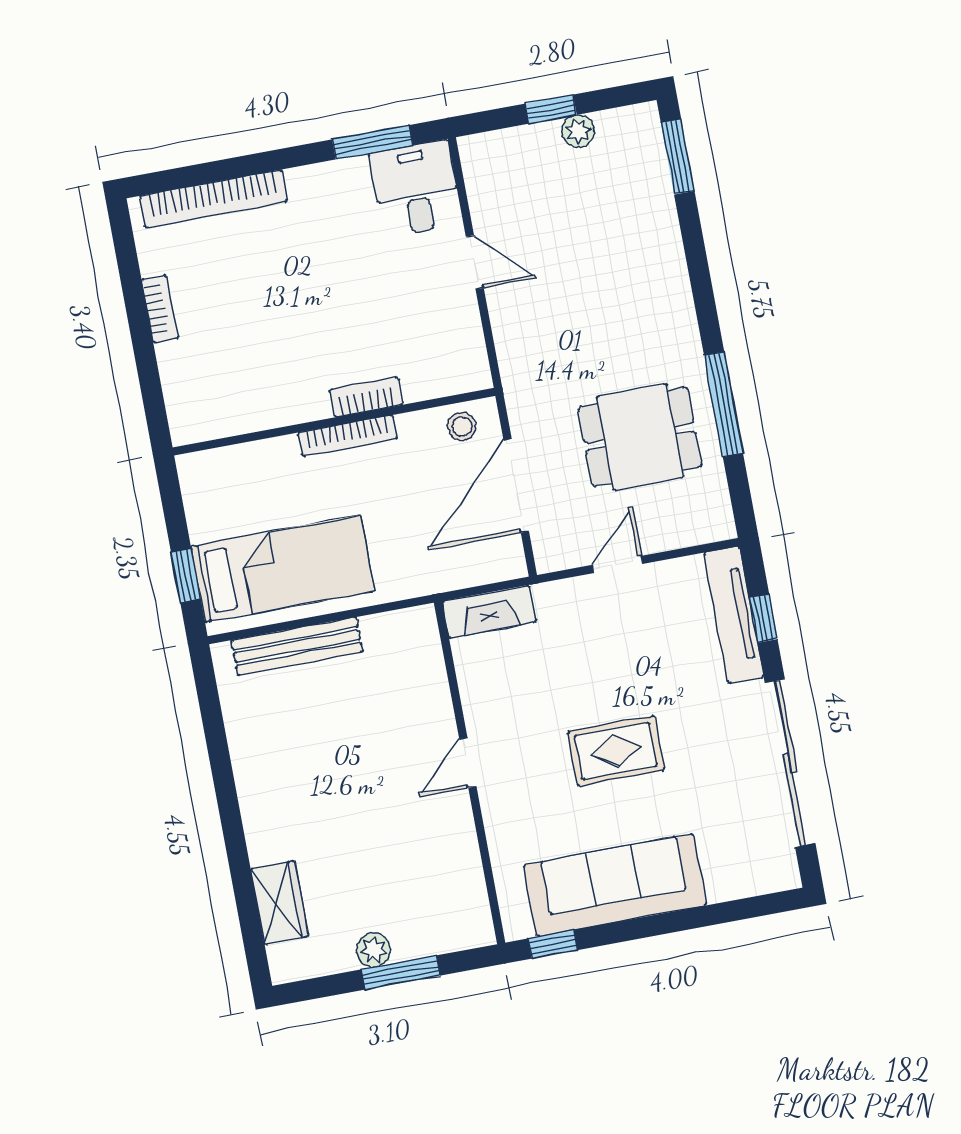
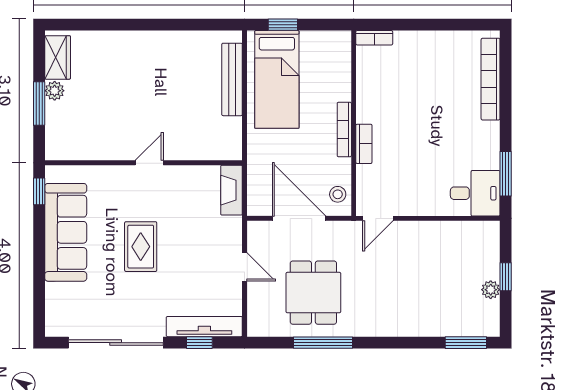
door: (475, 262) -> (378, 218), moved
bookcase: (160, 309) -> (374, 38), moved
door: (468, 763) -> (149, 163), hinge flipped
wardrobe: (280, 902) -> (58, 57), moved, turned -90

